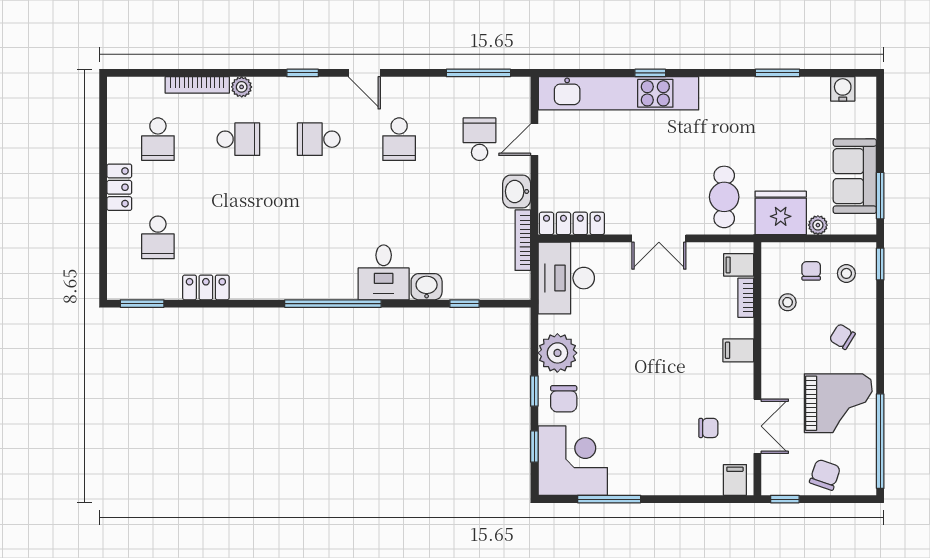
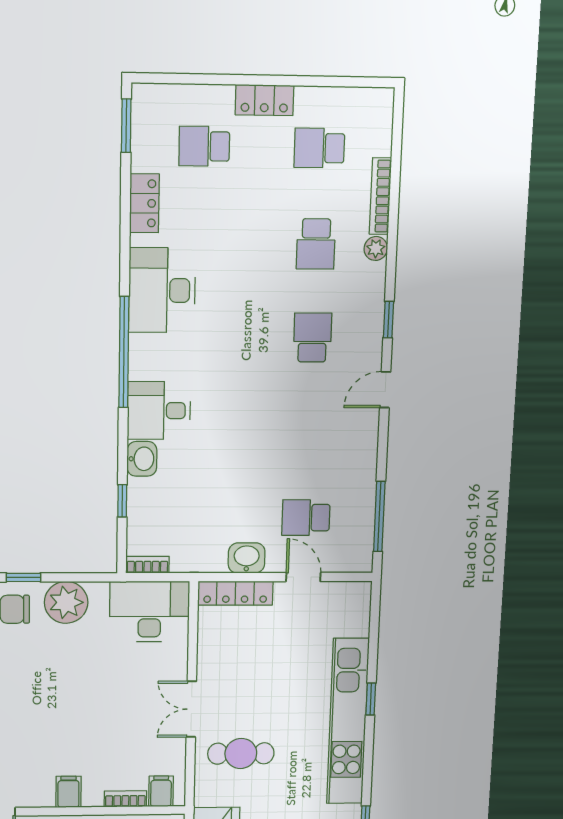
kitchen unit: (618, 93) -> (348, 722), moved
school desk: (399, 139) -> (309, 429), removed
school desk: (480, 139) -> (306, 518), turned 180
cafe table: (724, 197) -> (241, 753), moved
locker: (572, 223) -> (235, 593), moved, turned 90
bookcase: (523, 240) -> (147, 565), moved, width x0.64
desk: (279, 271) -> (162, 290), added

